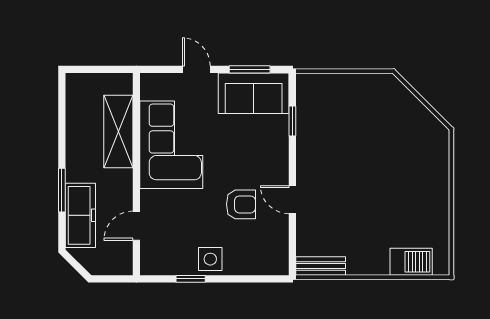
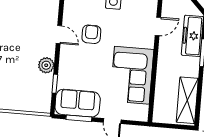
shelving: (118, 132) -> (187, 100), moved
plant: (309, 149) -> (46, 65), added
armchair: (241, 204) -> (91, 34), turned 90

